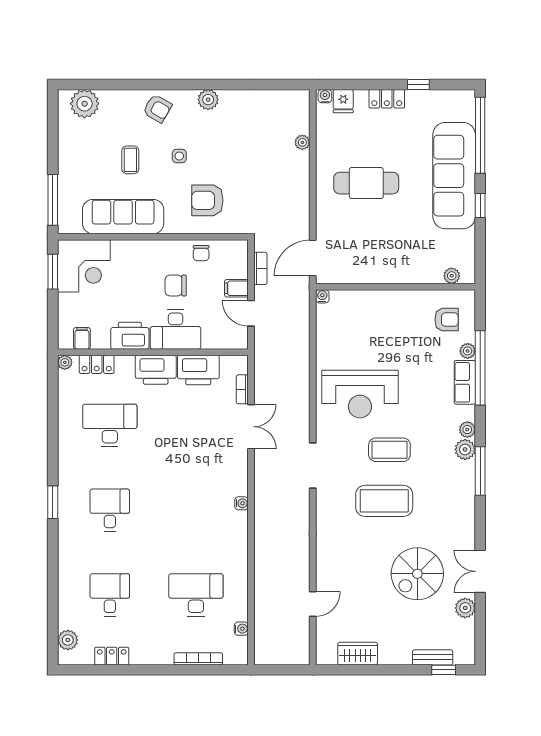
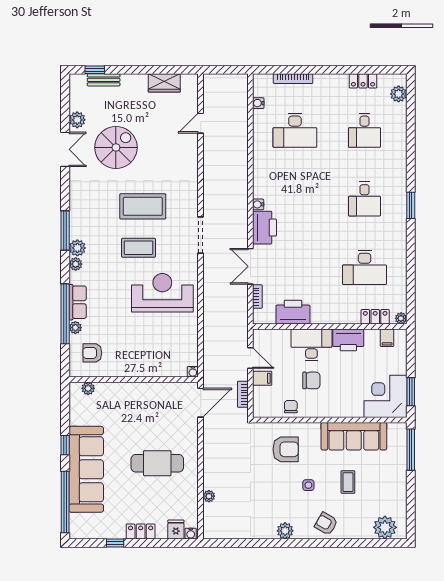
printer: (156, 370) -> (265, 228), moved, turned 90

